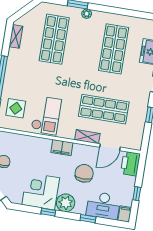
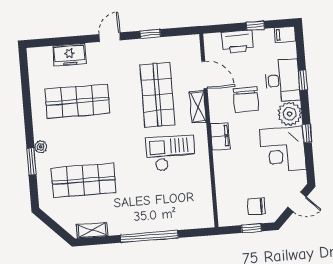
display table: (16, 108) -> (184, 208), removed
checkout: (46, 115) -> (171, 153), moved
printer: (130, 164) -> (238, 42), moved
chair: (84, 173) -> (246, 99), turned -90
desk: (103, 206) -> (282, 80), moved

